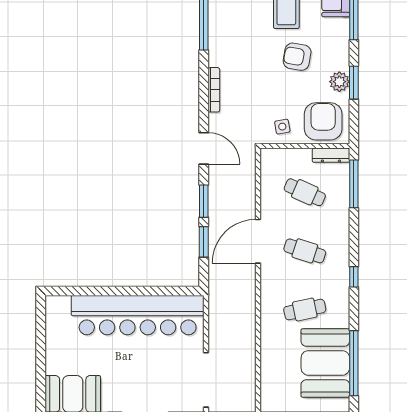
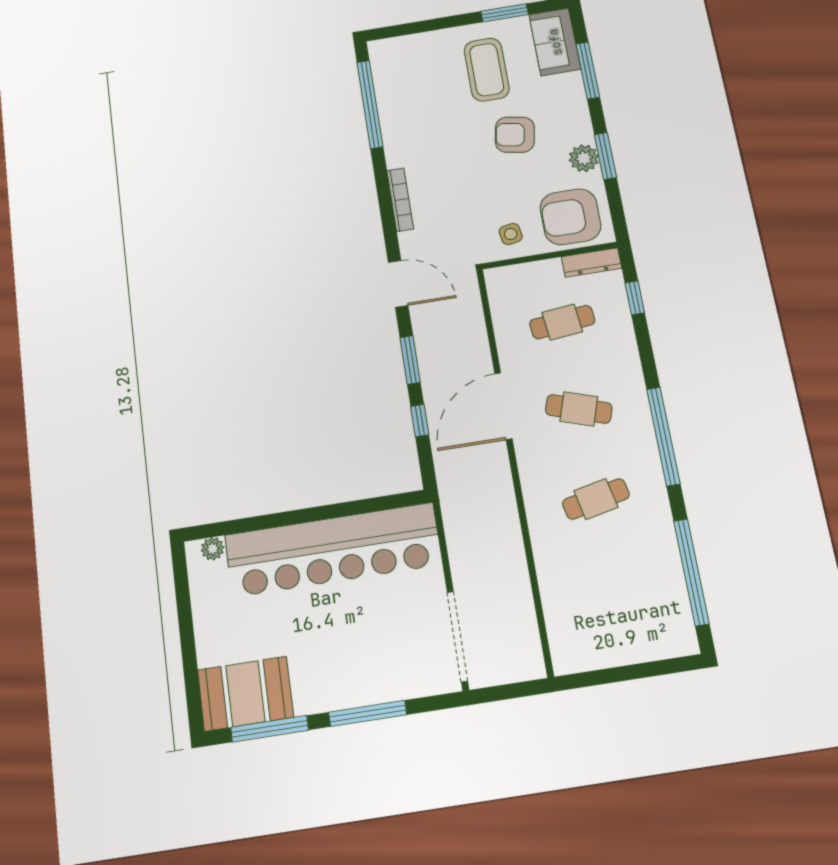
armchair: (323, 121) -> (570, 217), turned -90
window: (354, 184) -> (635, 298), width x0.46
cafe table: (305, 192) -> (562, 322), turned -30
window: (204, 242) -> (420, 421), width x0.67
window: (354, 277) -> (663, 436), width x3.17
plant: (63, 303) -> (213, 549), added
booth: (325, 363) -> (645, 579), removed

